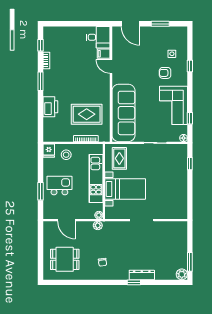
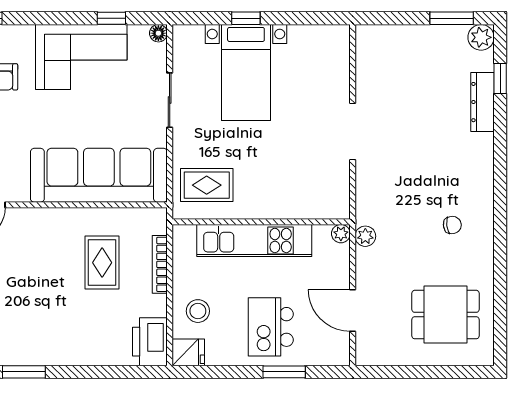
printer: (50, 107) -> (150, 342), moved, turned -90
rug: (87, 114) -> (102, 263), width x0.73, depth x0.70
window: (190, 164) -> (246, 18), moved
bed with nightstands: (125, 189) -> (246, 72), moved, turned 180
door: (66, 220) -> (353, 310), swing flipped
dining table: (65, 259) -> (445, 315), turned 90
dresser: (142, 275) -> (482, 102), moved
window: (134, 282) -> (500, 79), moved

